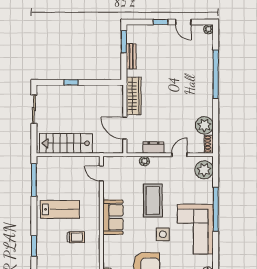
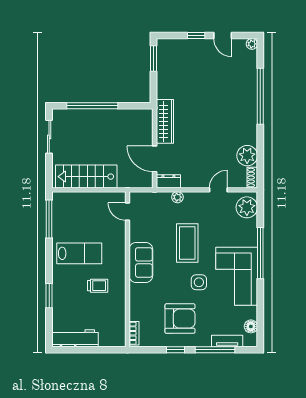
bench: (131, 56) -> (162, 75), removed
window: (71, 82) -> (92, 106), width x3.17
dresser: (153, 147) -> (168, 181), moved

